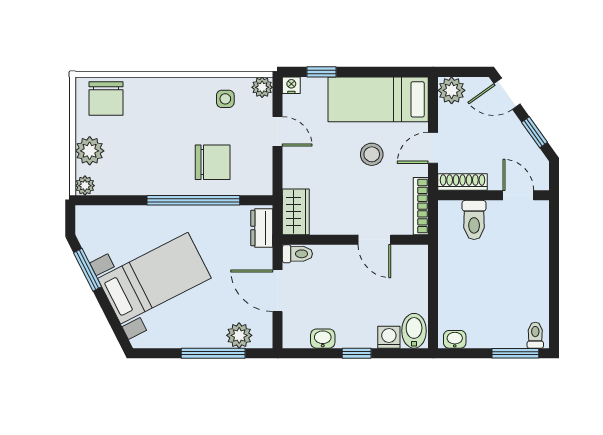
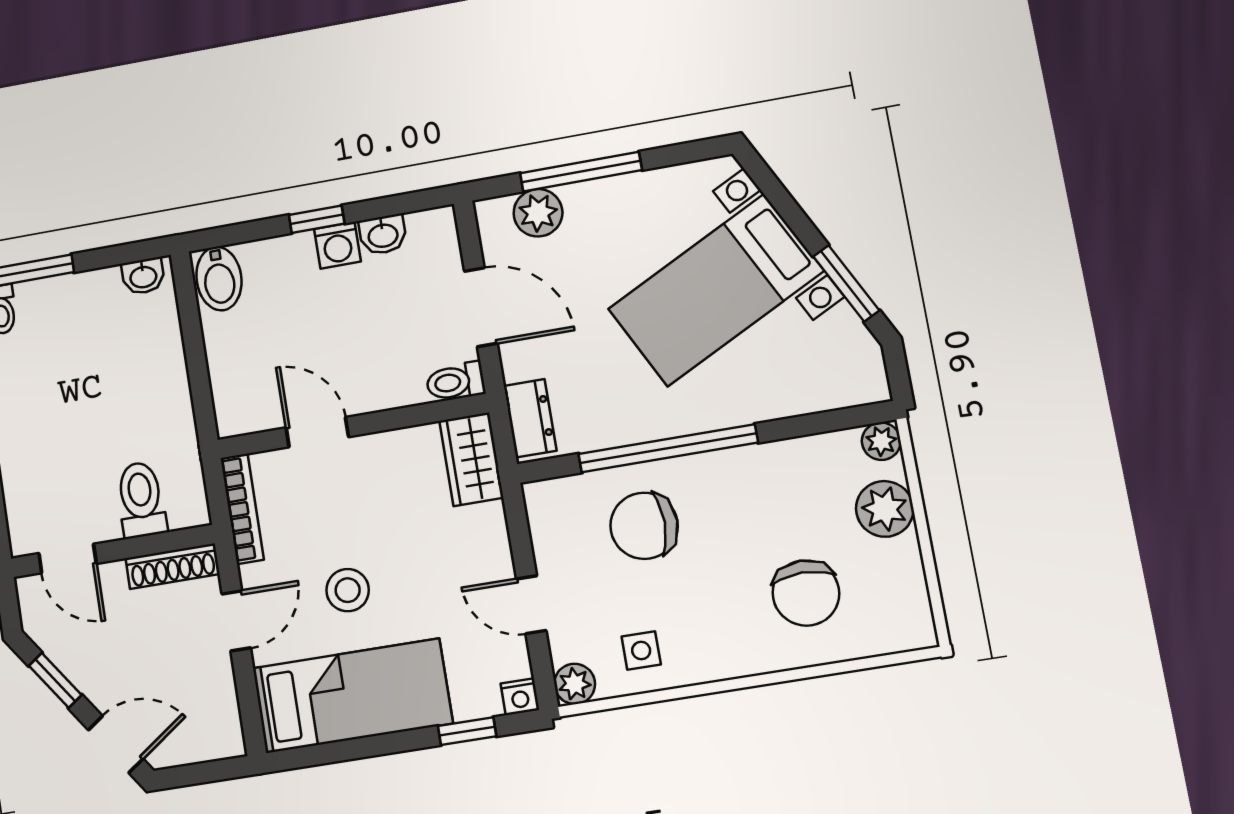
plant: (452, 90) -> (219, 734), removed
chair: (106, 98) -> (806, 593), moved, turned 180
washing machine: (389, 337) -> (338, 245), moved

